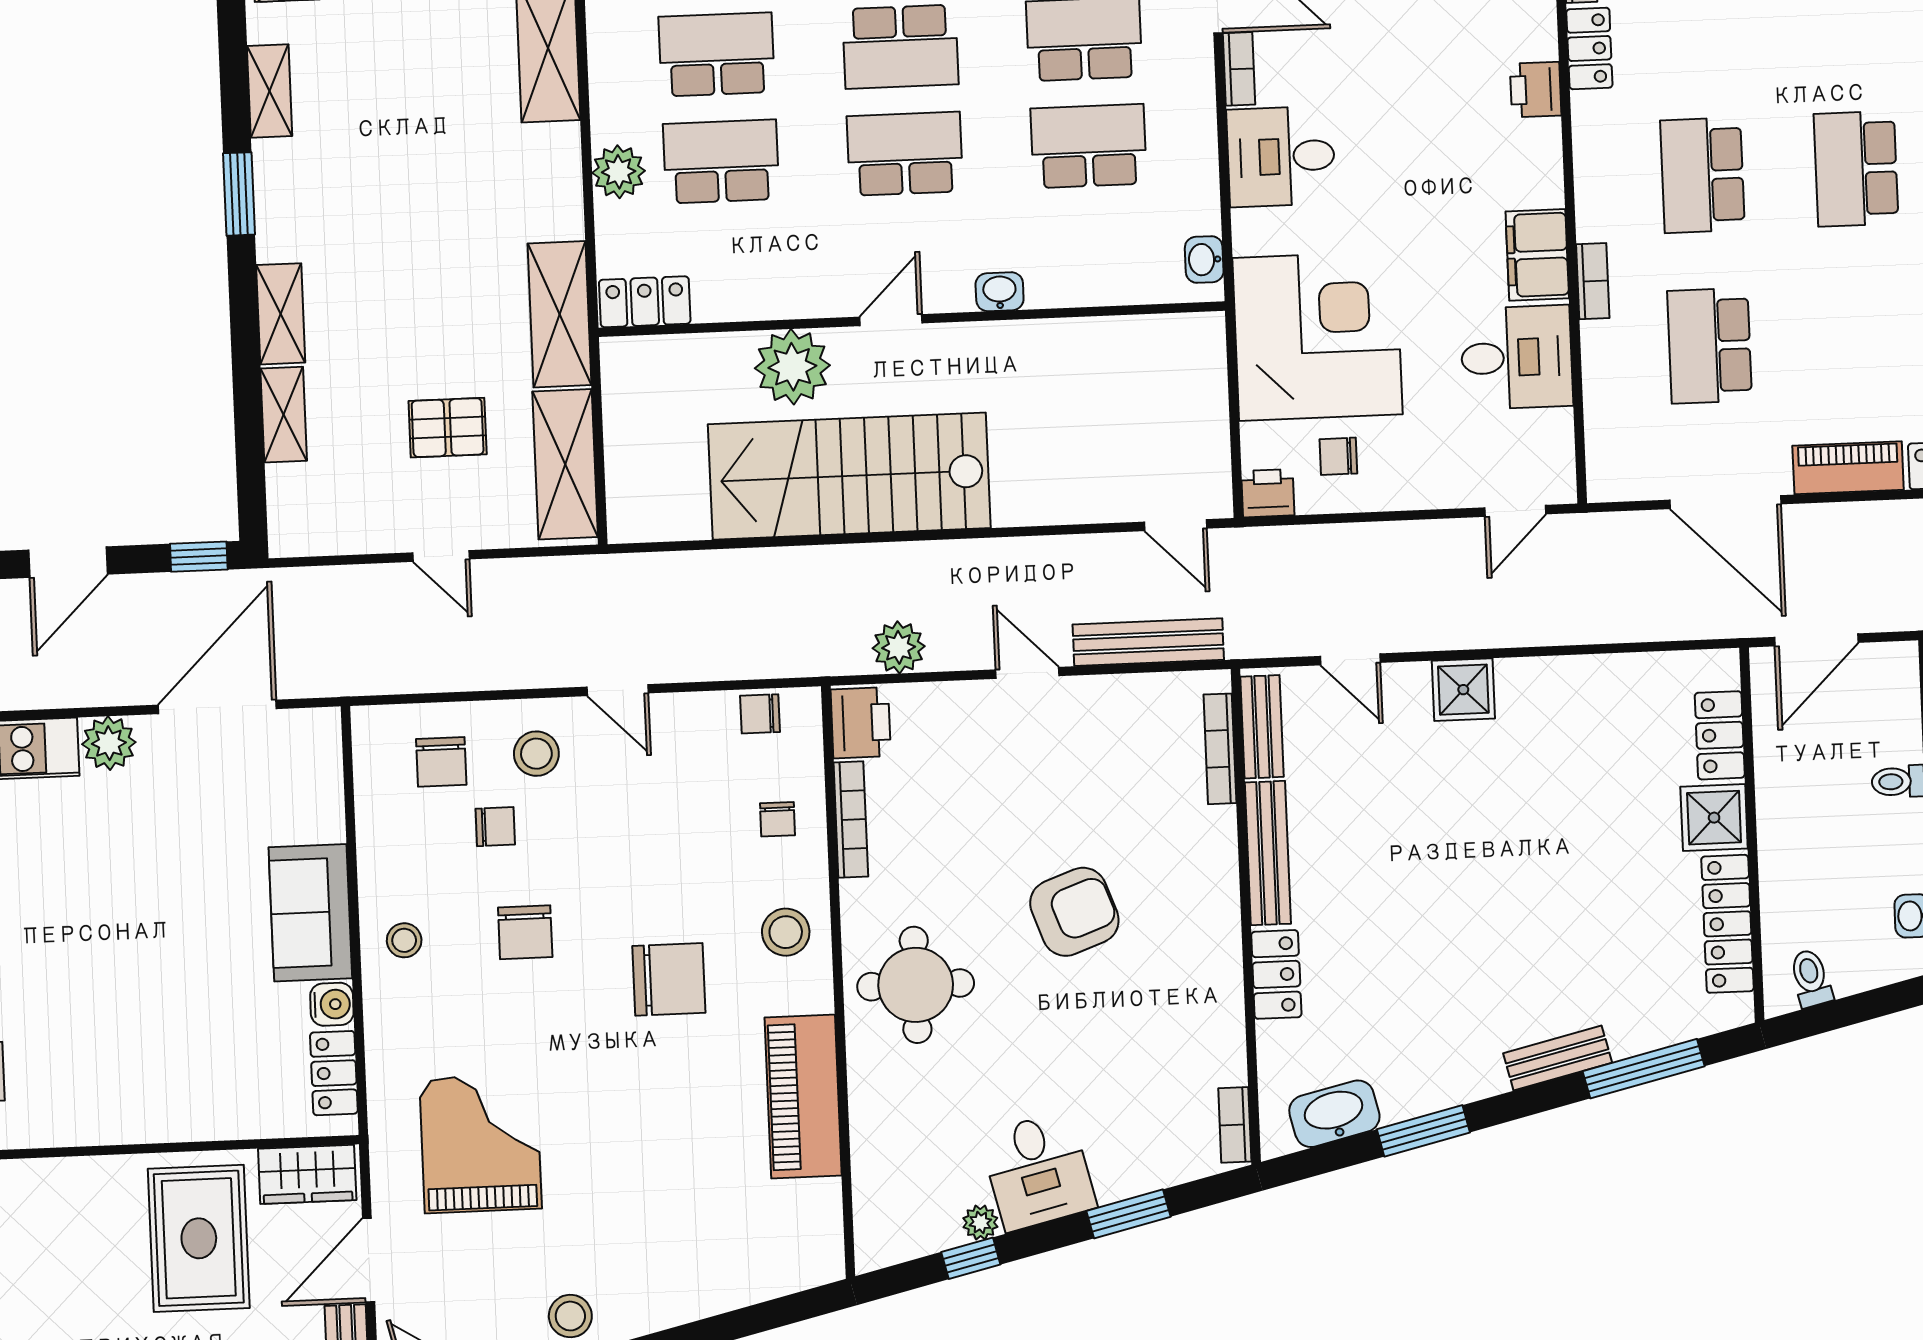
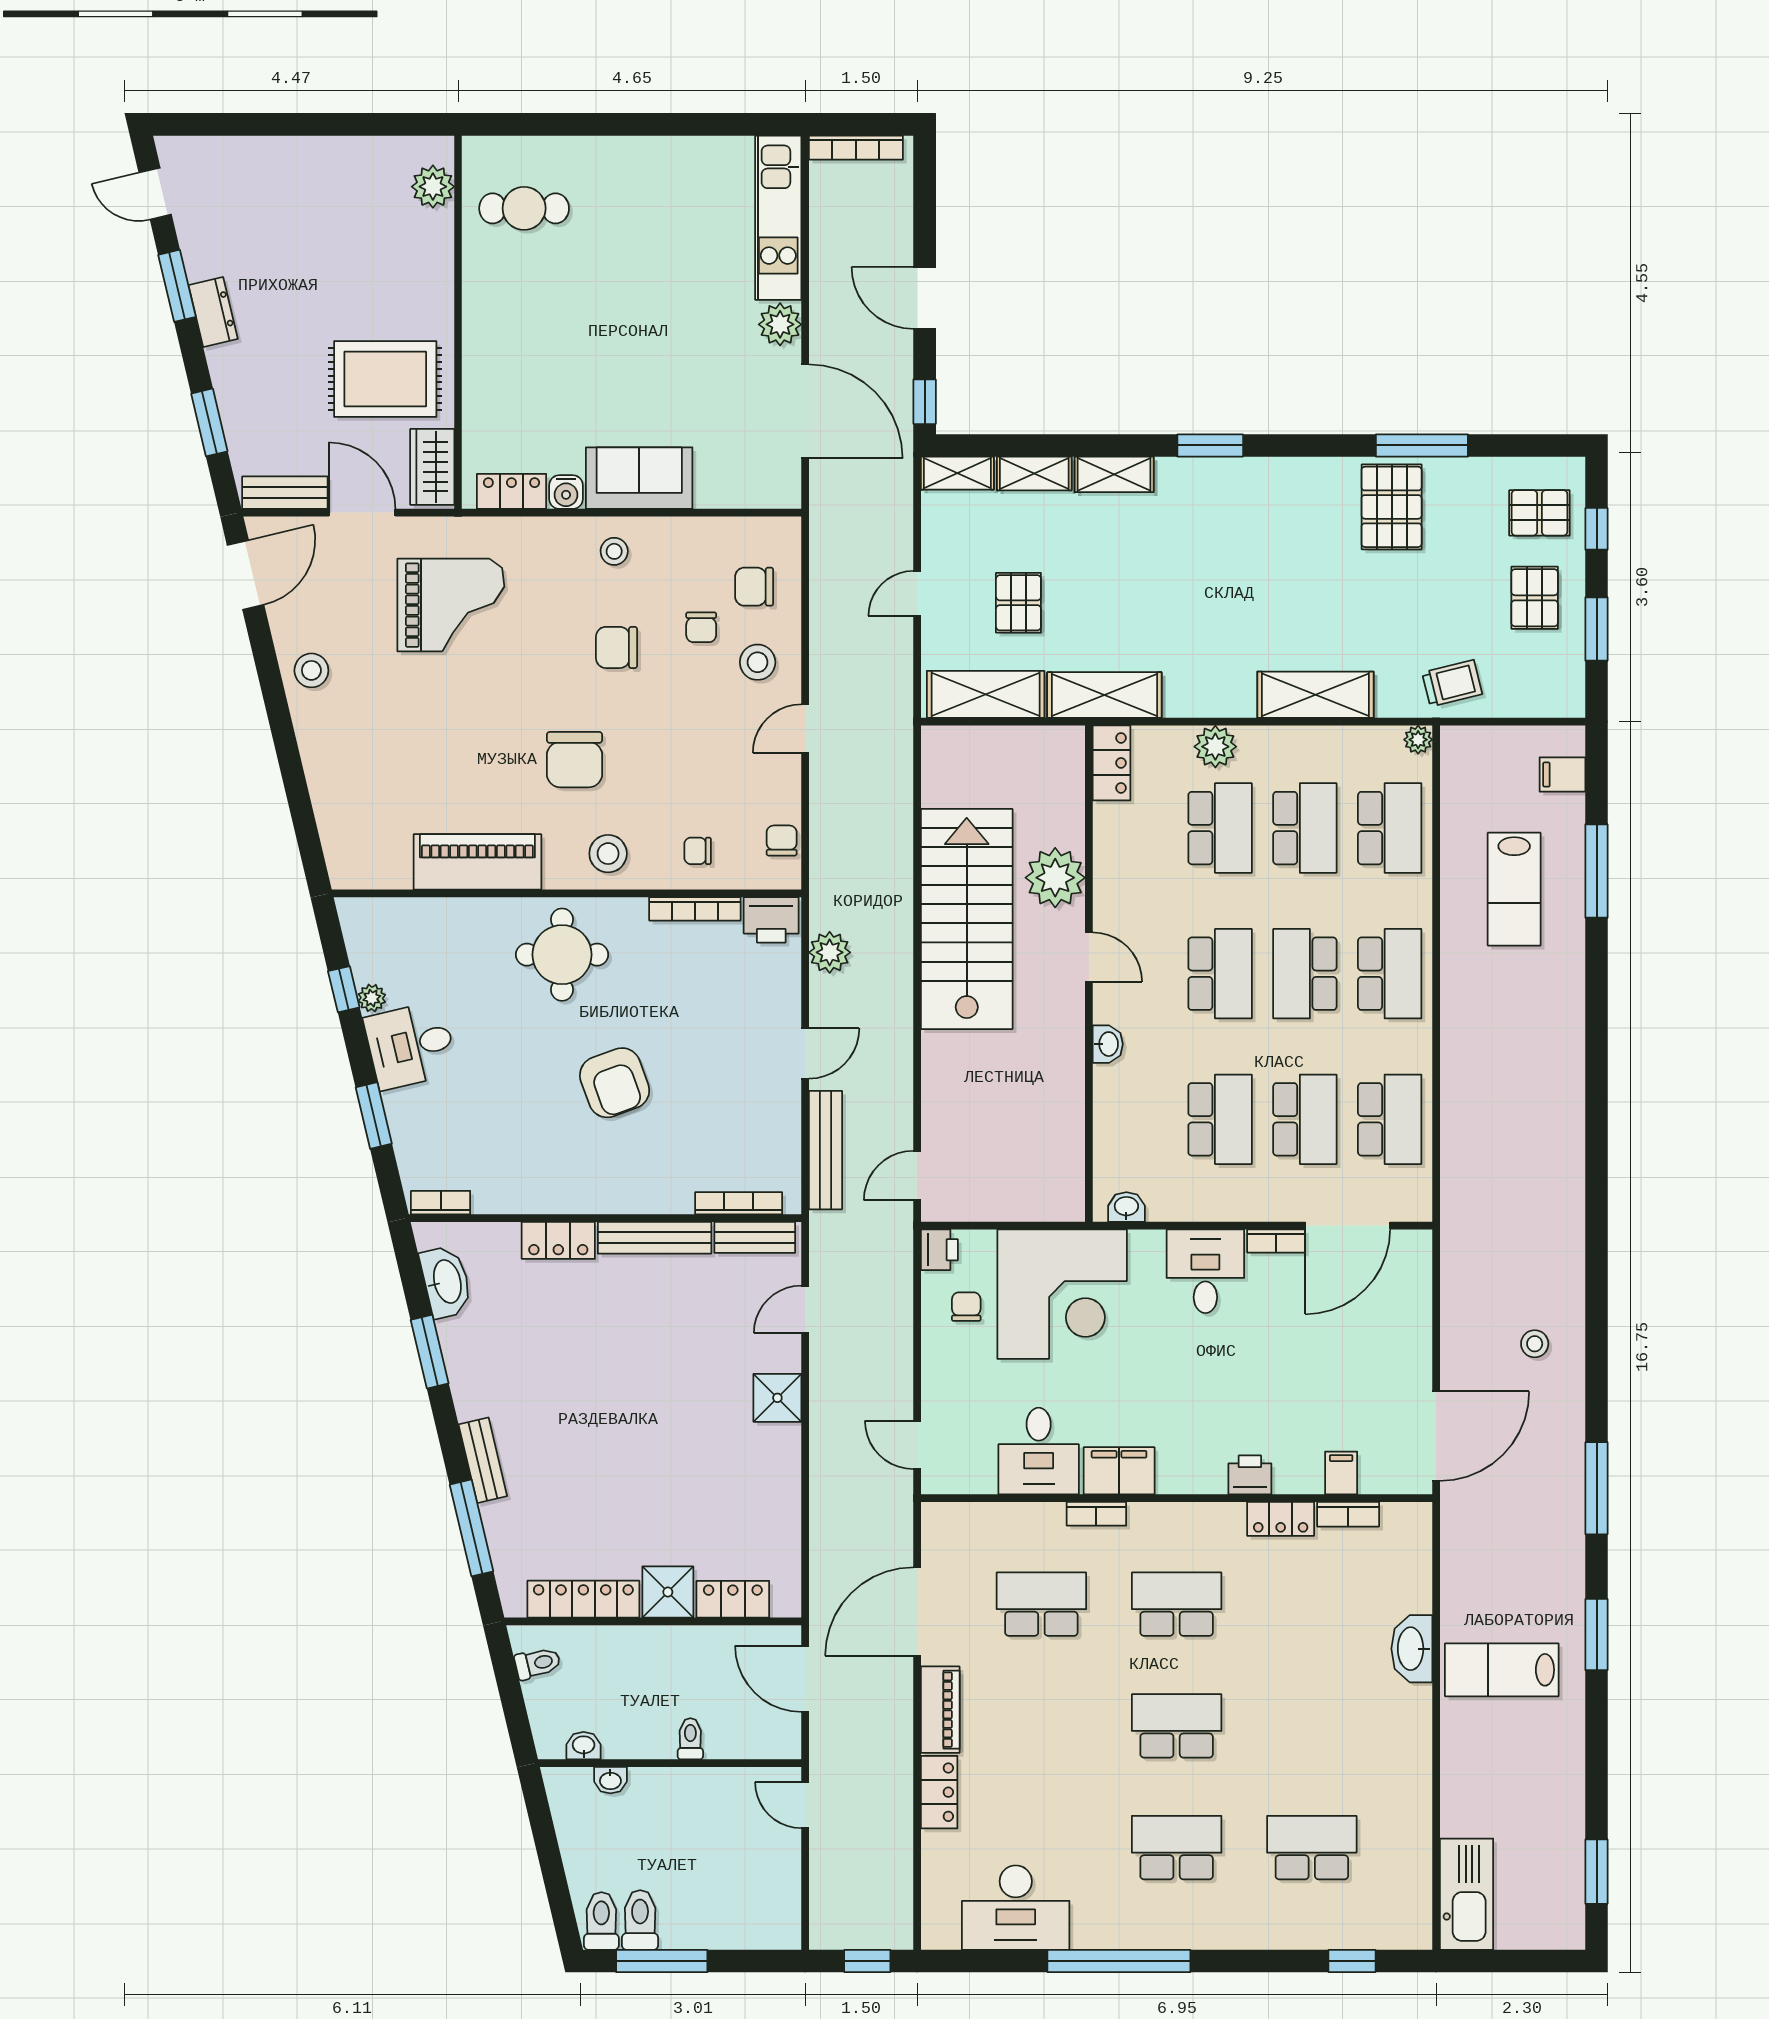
shelving: (270, 91) -> (957, 473), moved

